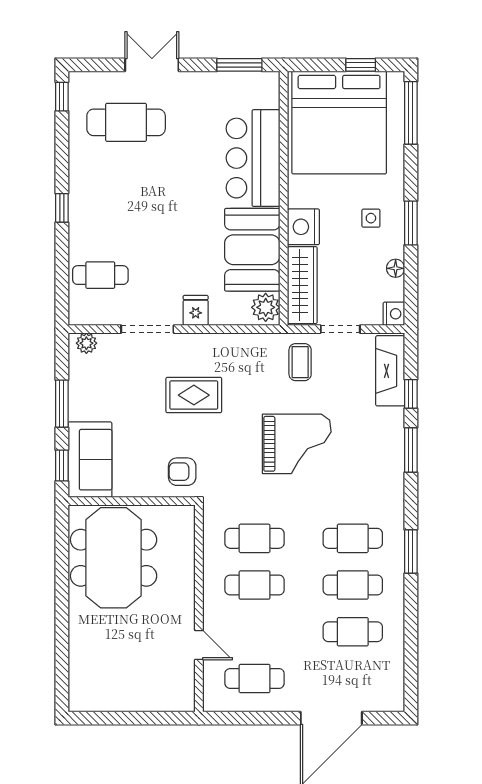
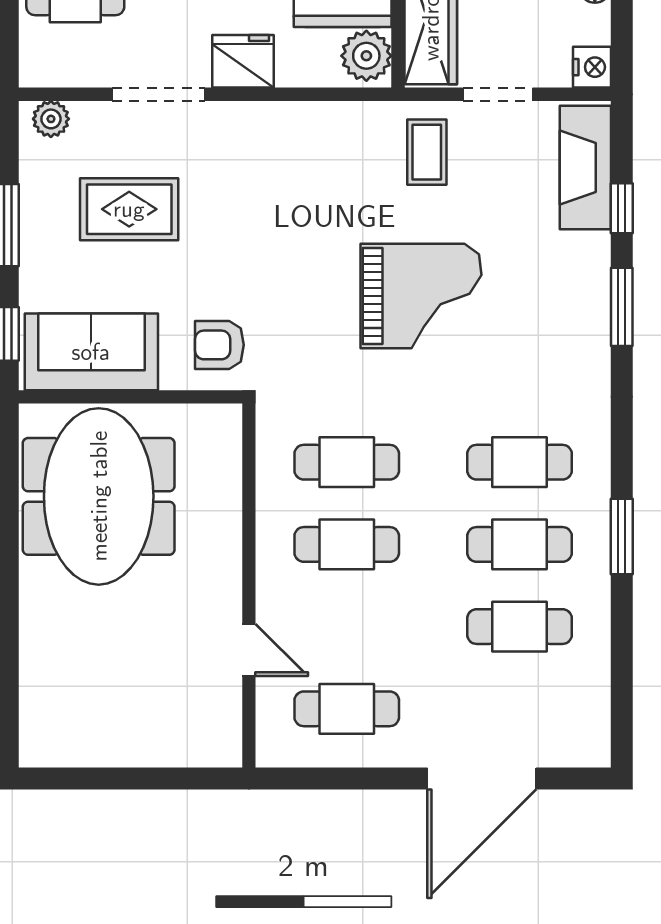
fridge: (196, 310) -> (243, 61), width x1.38
rug: (194, 395) -> (129, 209), moved
sofa: (90, 460) -> (91, 352), moved, turned -90
window: (411, 552) -> (622, 536), moved

